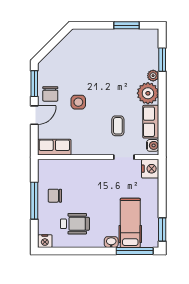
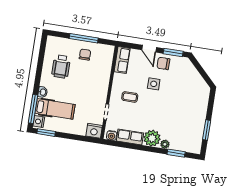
coffee table: (118, 126) -> (130, 97), moved
nightstand: (45, 241) -> (39, 122), moved

